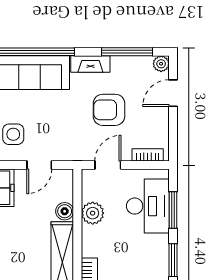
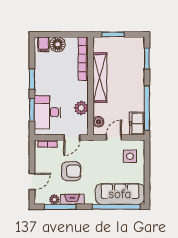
fireplace: (90, 64) -> (72, 199), moved
plant: (161, 64) -> (54, 199), moved
boiler: (65, 211) -> (98, 122), moved

